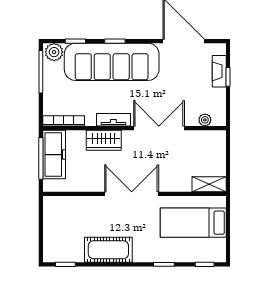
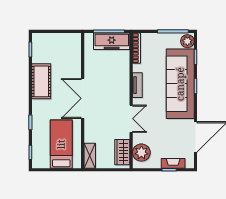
plant: (205, 120) -> (141, 153), width x1.88, depth x1.88
double door: (159, 128) -> (131, 119), width x0.73
wardrobe: (104, 140) -> (122, 152), moved
double door: (132, 194) -> (83, 98), swing flipped

